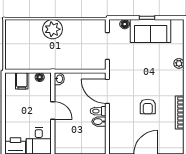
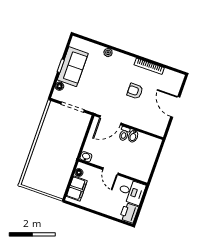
plant: (53, 29) -> (43, 148), removed
filing cabinet: (22, 81) -> (77, 189), width x2.00
armchair: (148, 107) -> (135, 91), turned 180
door: (53, 110) -> (110, 171), swing flipped

